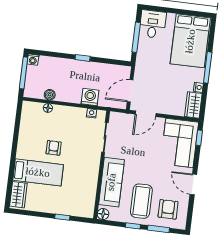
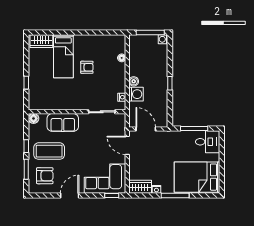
boiler: (50, 95) -> (134, 81), moved
sofa: (111, 182) -> (63, 122), width x0.73

